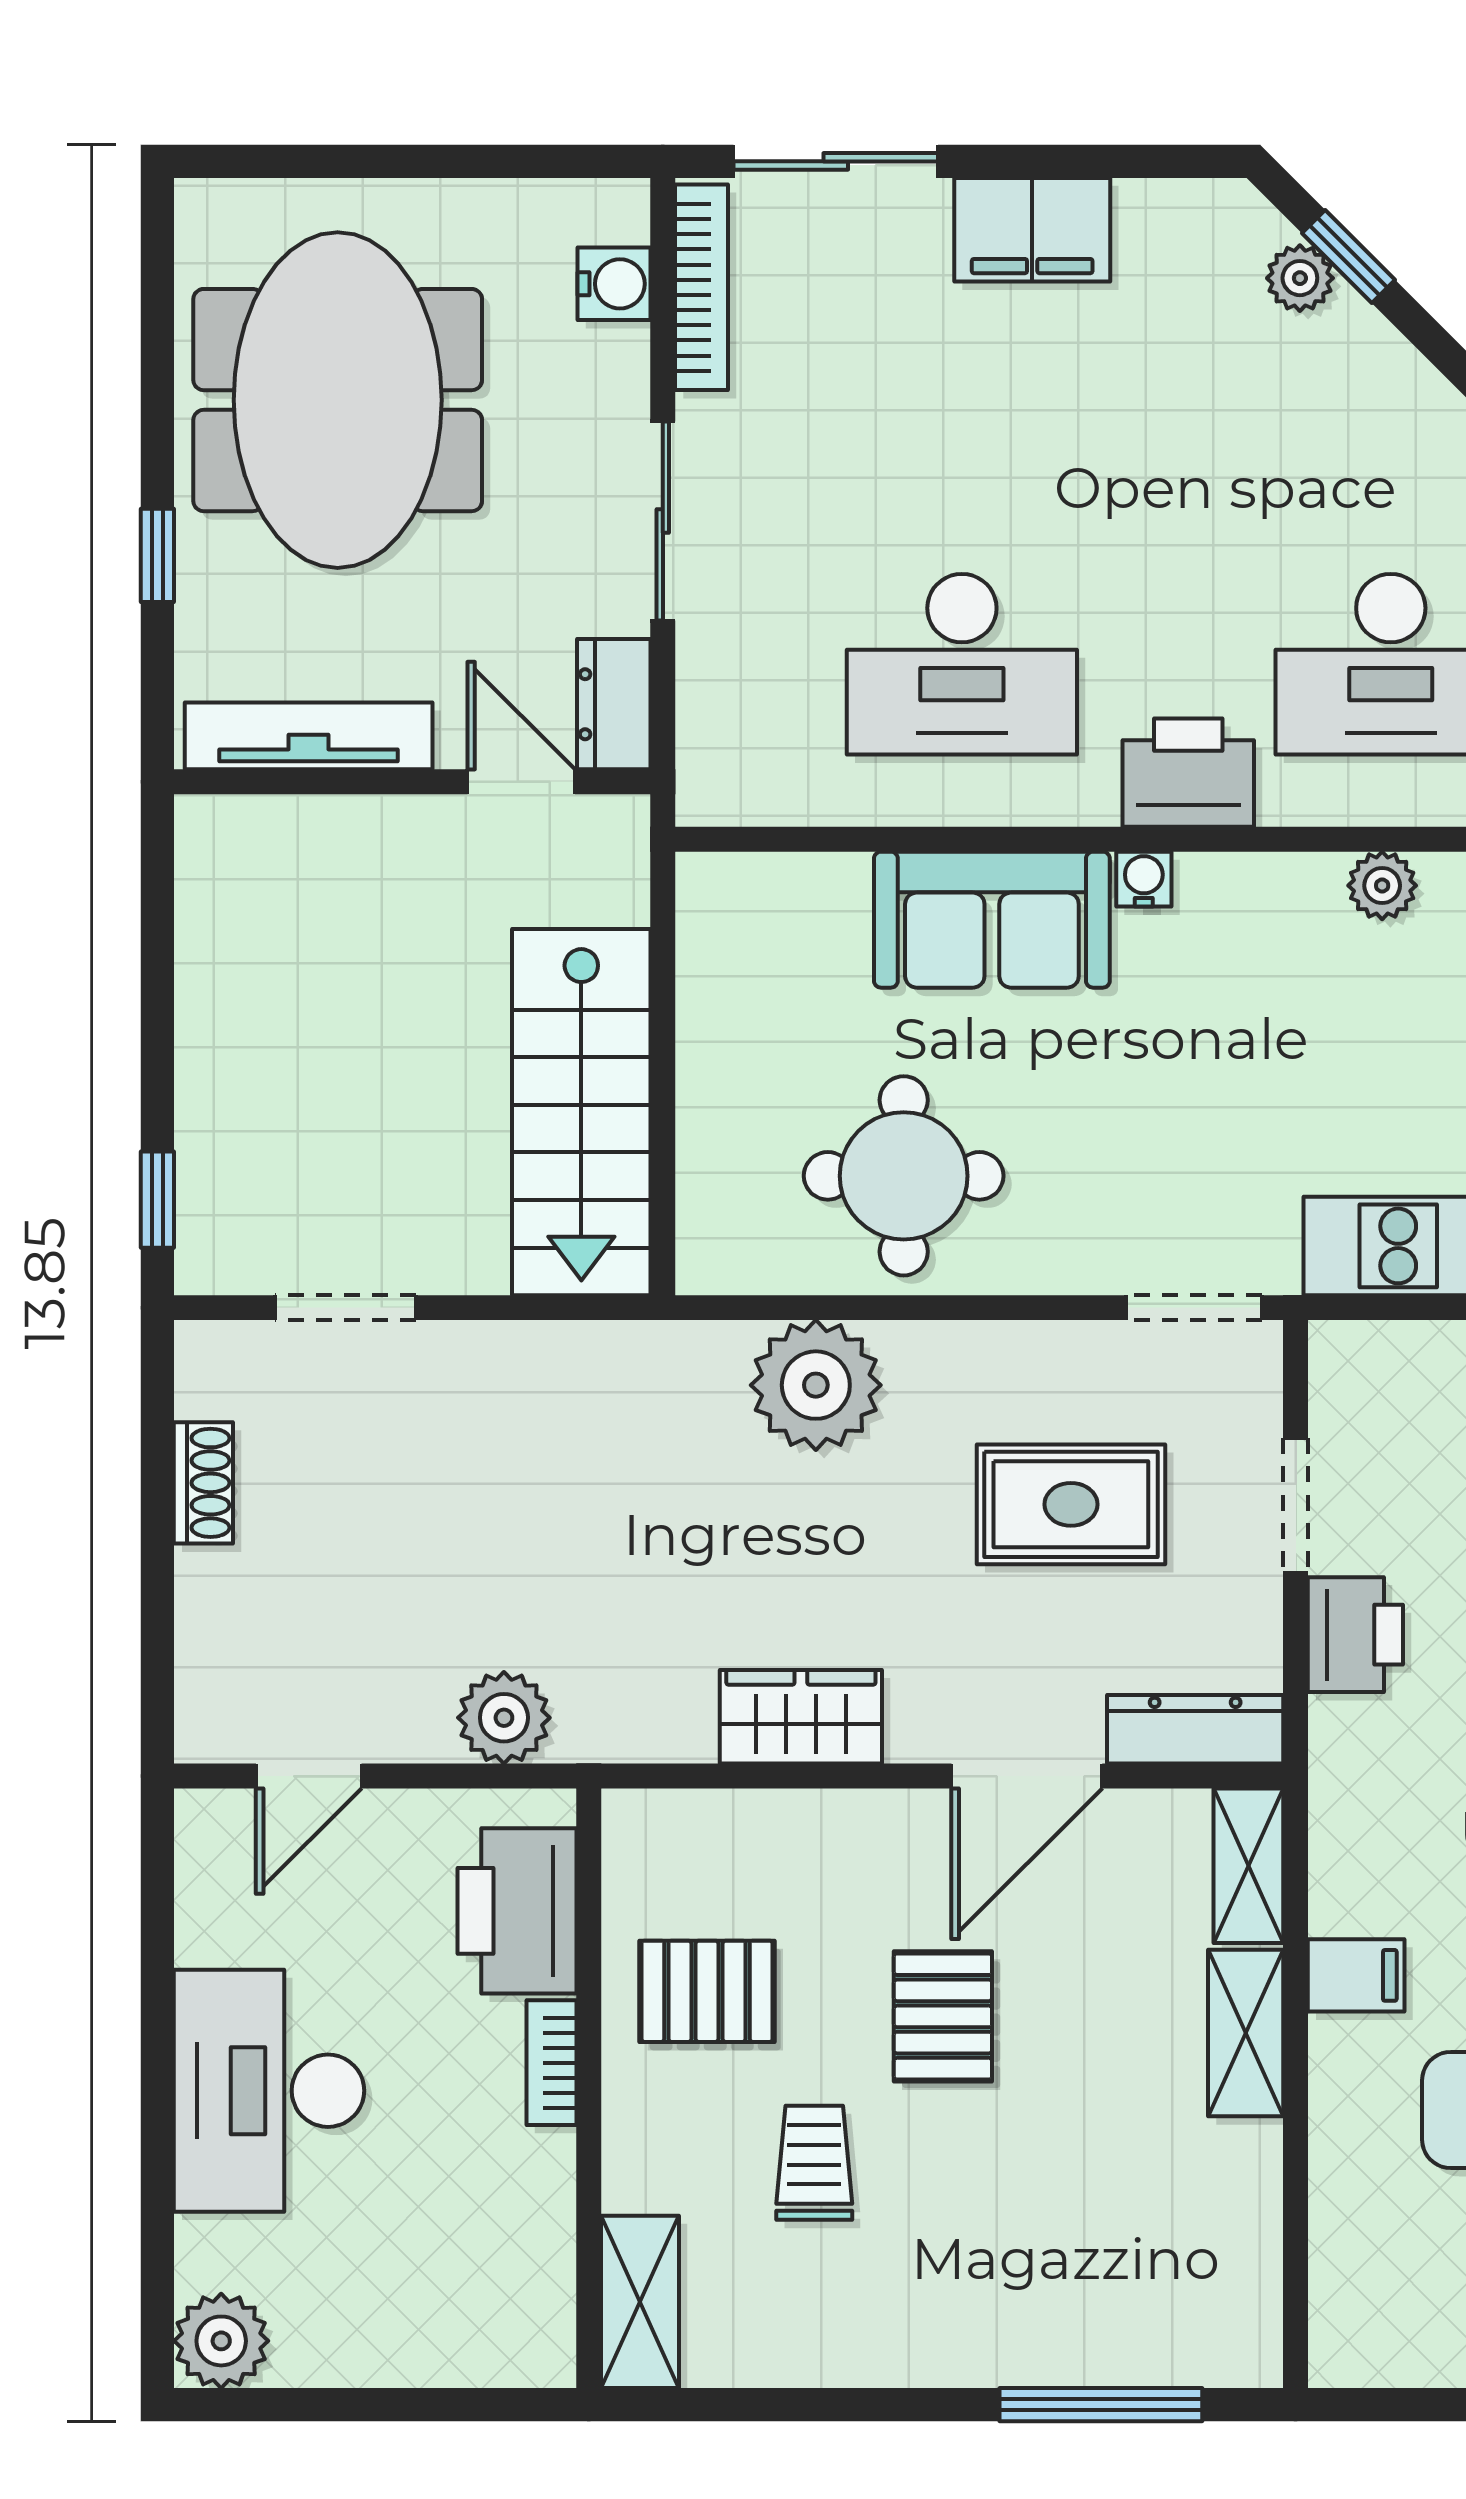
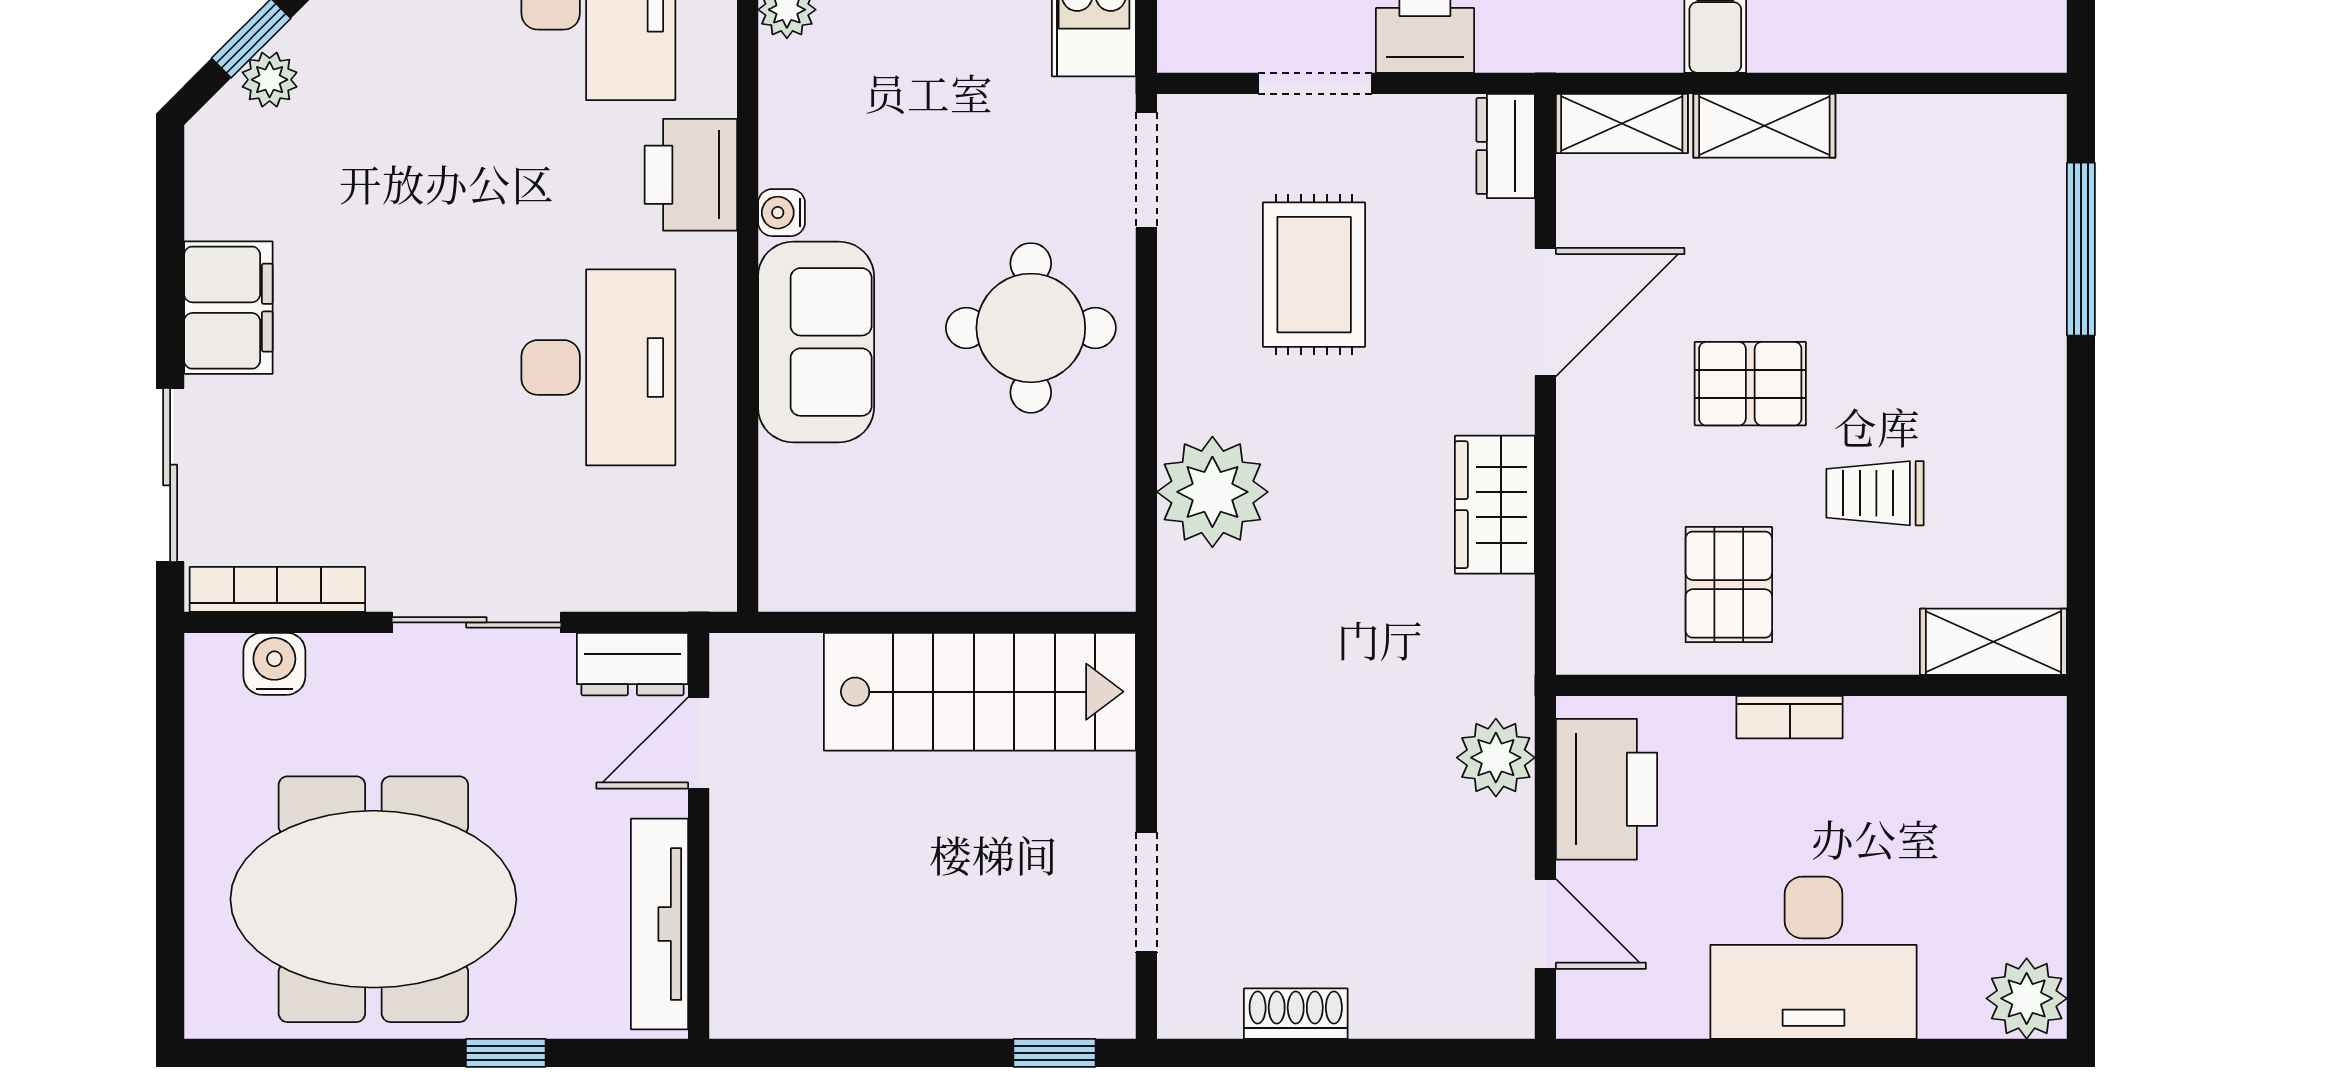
round table: (904, 1176) -> (1031, 328), moved
dresser: (1195, 1729) -> (1506, 146), width x0.70
door: (1027, 1776) -> (1545, 312), hinge flipped
printer: (517, 1911) -> (1607, 789), moved, turned -90

